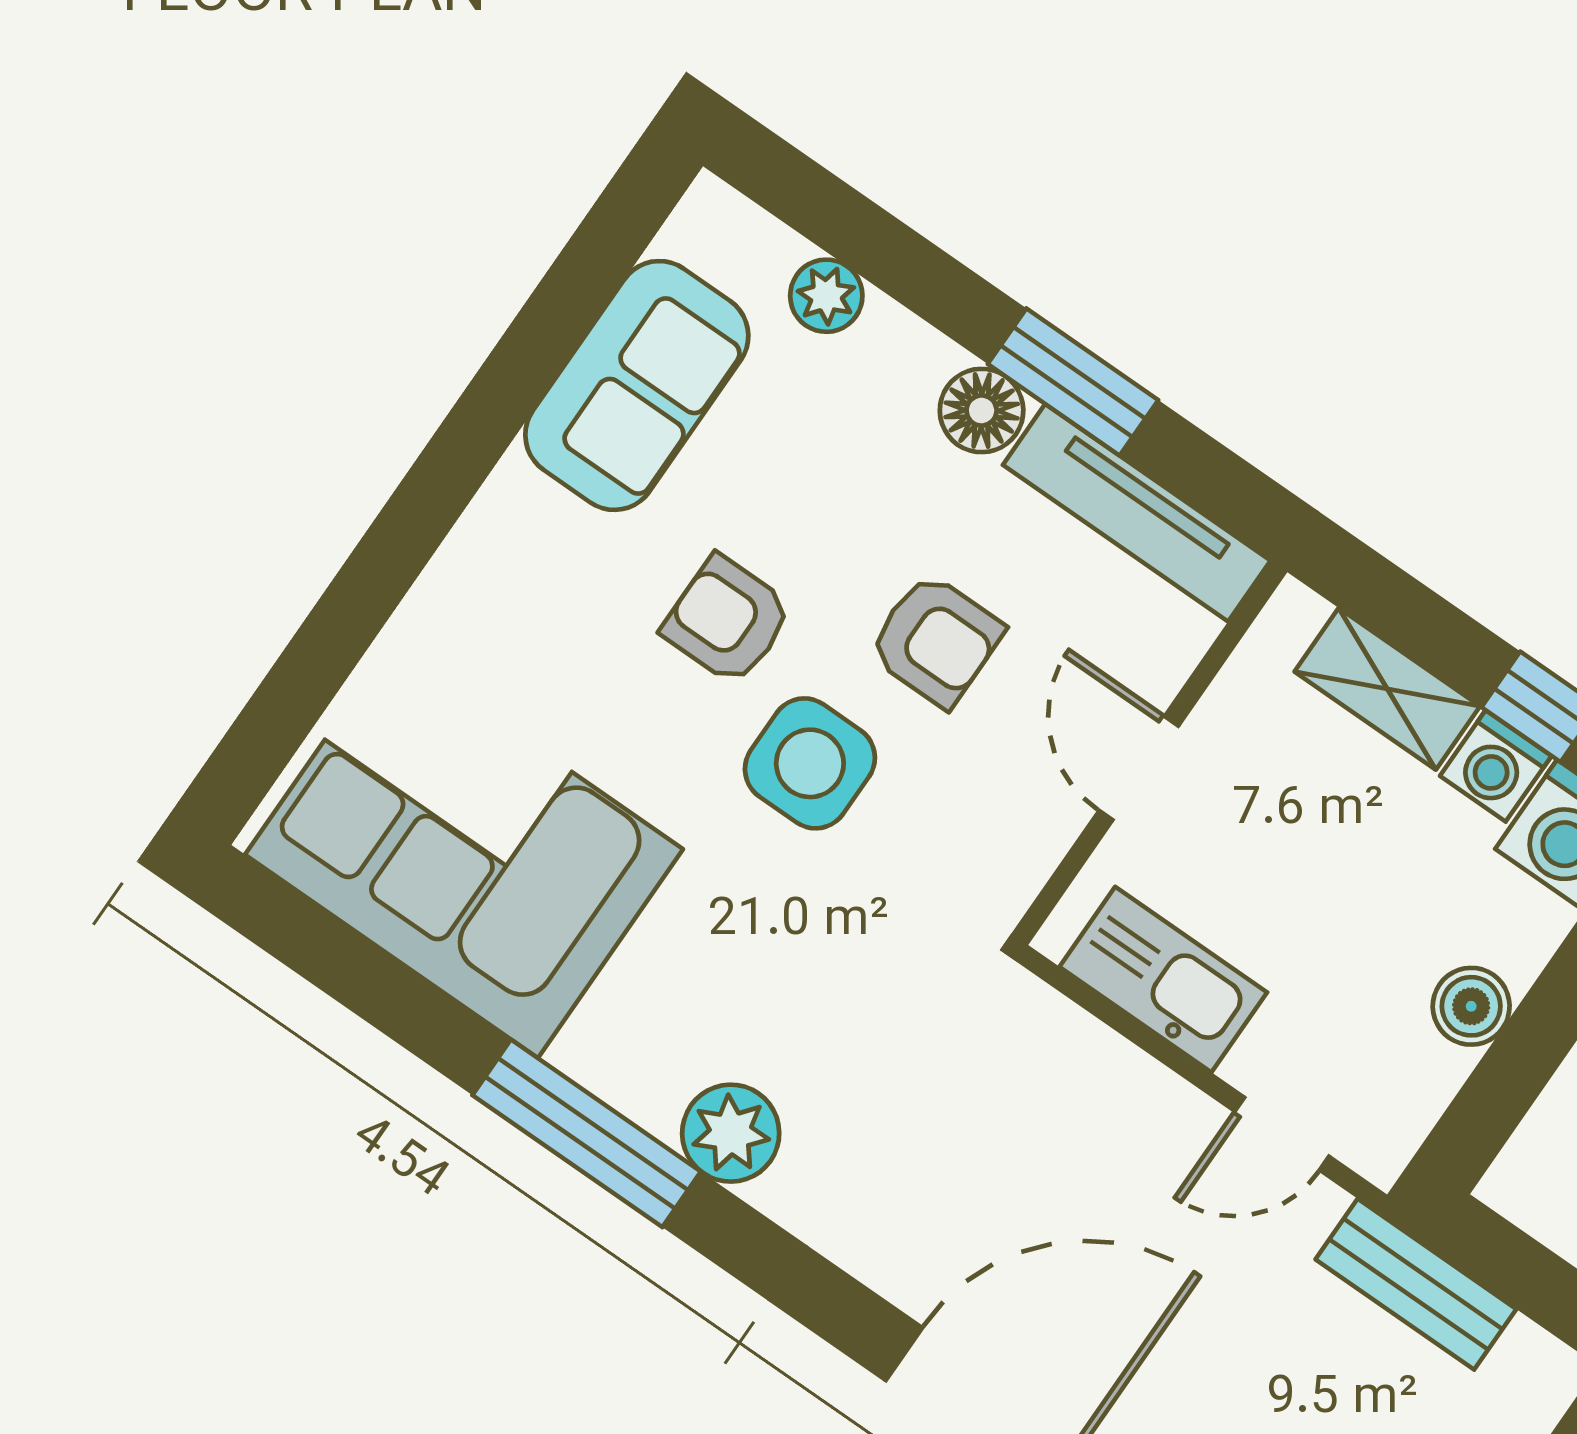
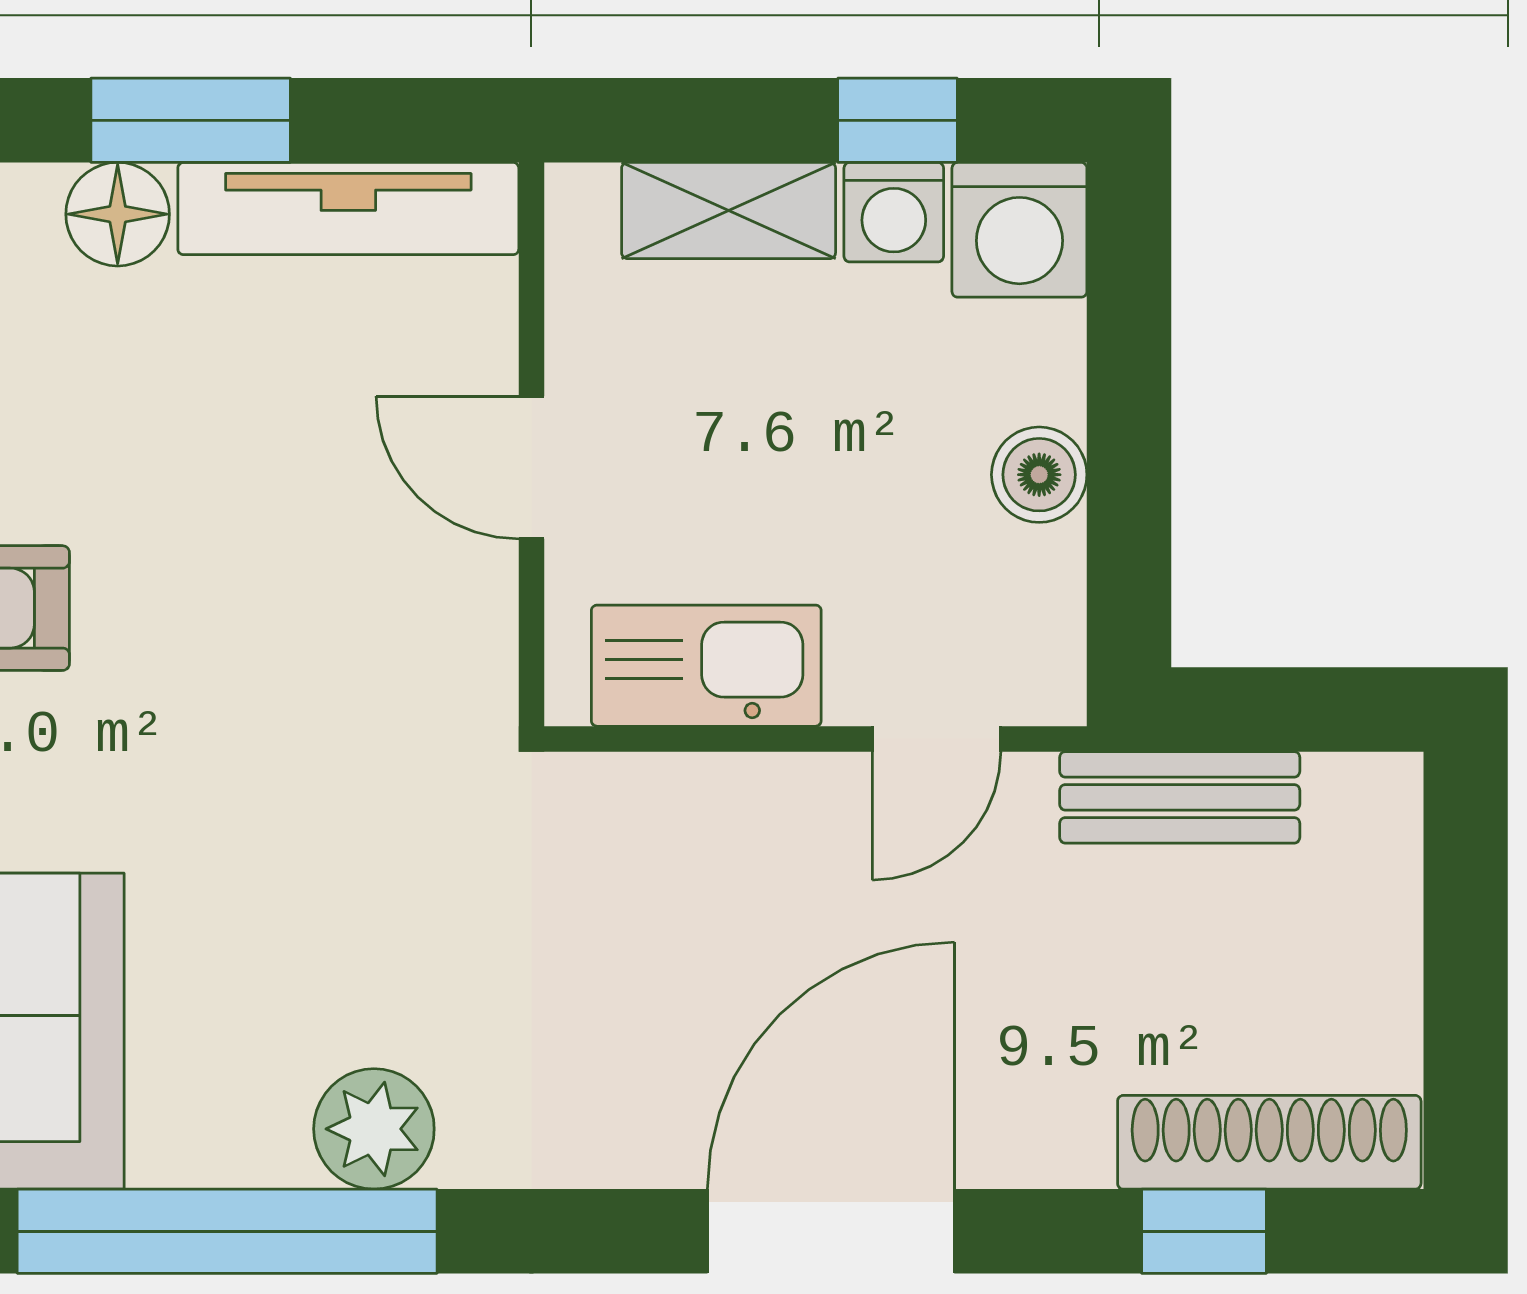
armchair: (936, 640) -> (234, 481), removed
side table: (810, 763) -> (193, 696), removed
window: (587, 1133) -> (227, 1231), width x1.46

